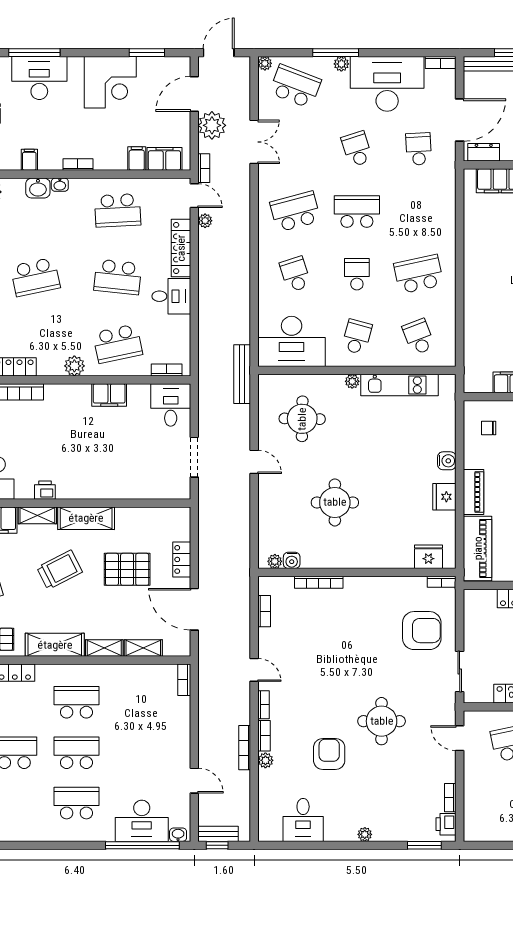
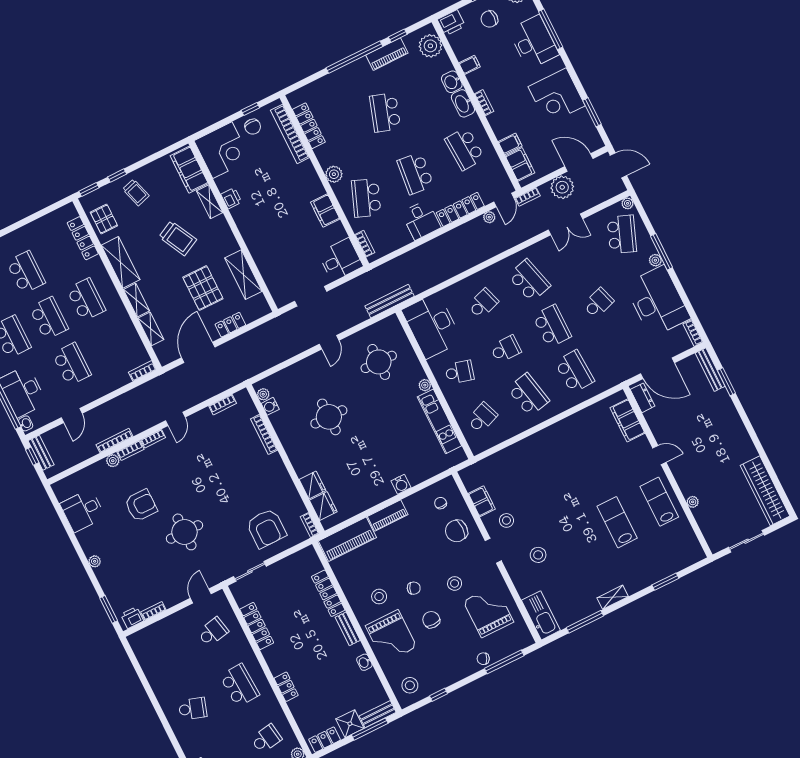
school desk: (419, 149) -> (575, 372), moved, width x1.85
washbasin: (60, 185) -> (463, 103), width x1.91, depth x1.45
school desk: (35, 277) -> (385, 112), turned 30
school desk: (118, 344) -> (366, 198), turned 33
fridge: (444, 497) -> (312, 485), moved, turned 90
shelving: (86, 518) -> (243, 275), moved
school desk: (139, 753) -> (72, 364), added

